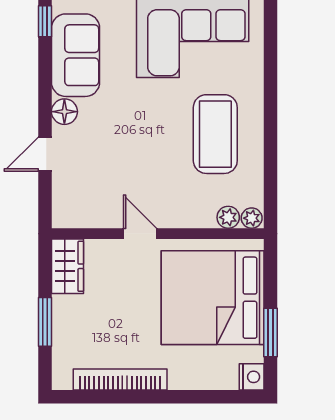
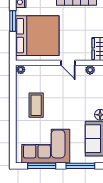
coffee table: (215, 134) -> (36, 105), width x0.73, depth x0.76
plant: (228, 217) -> (90, 70), moved

